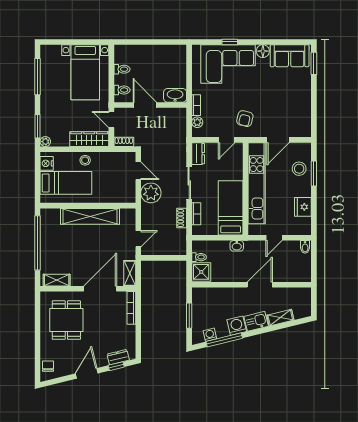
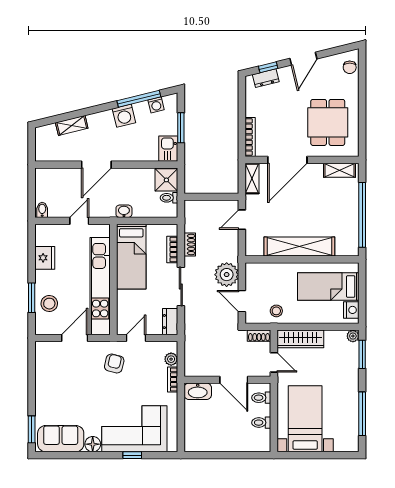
stool: (85, 160) -> (276, 311), moved
kitchen sink: (256, 321) -> (168, 149), moved, turned 104

